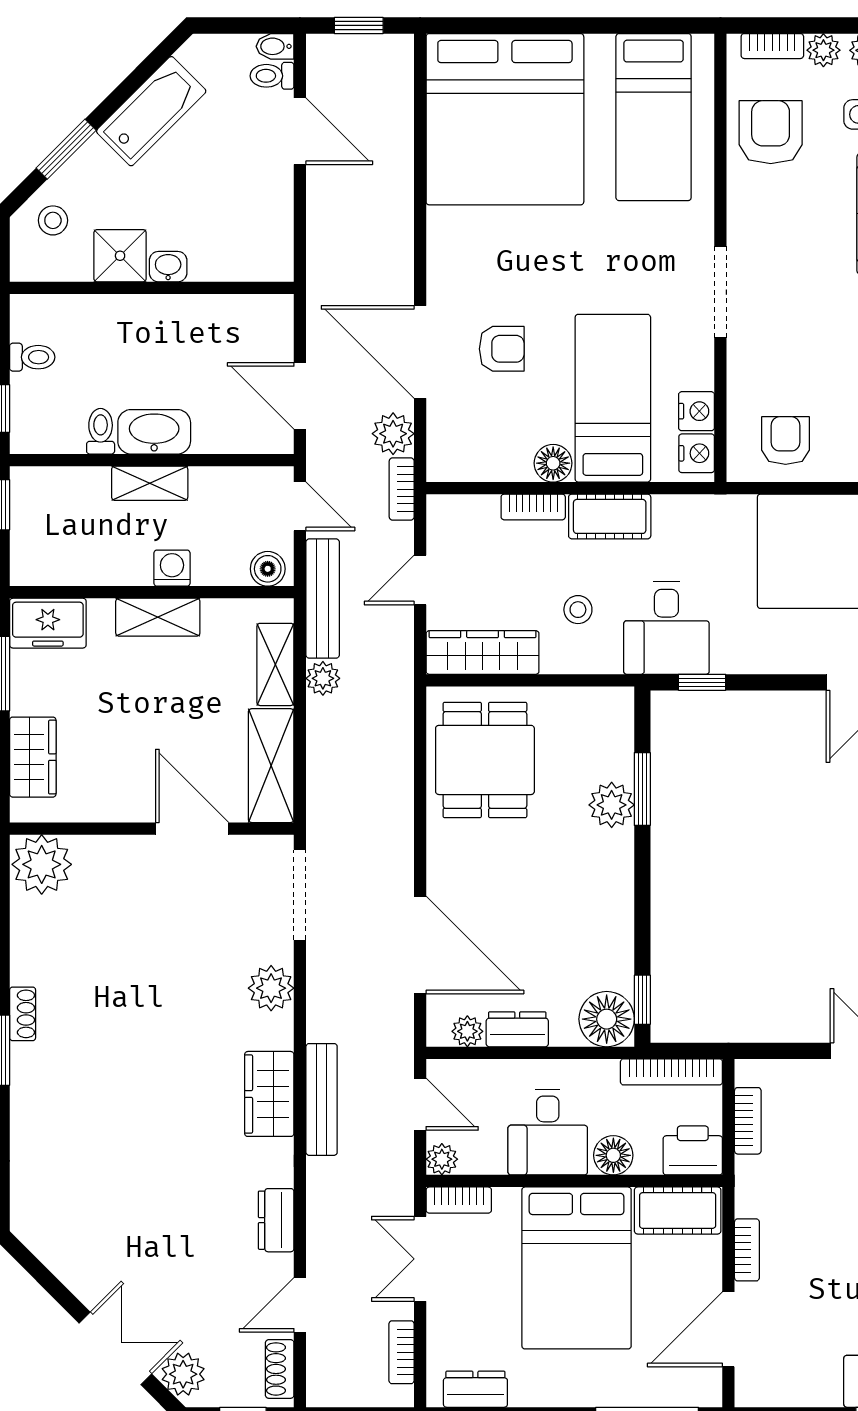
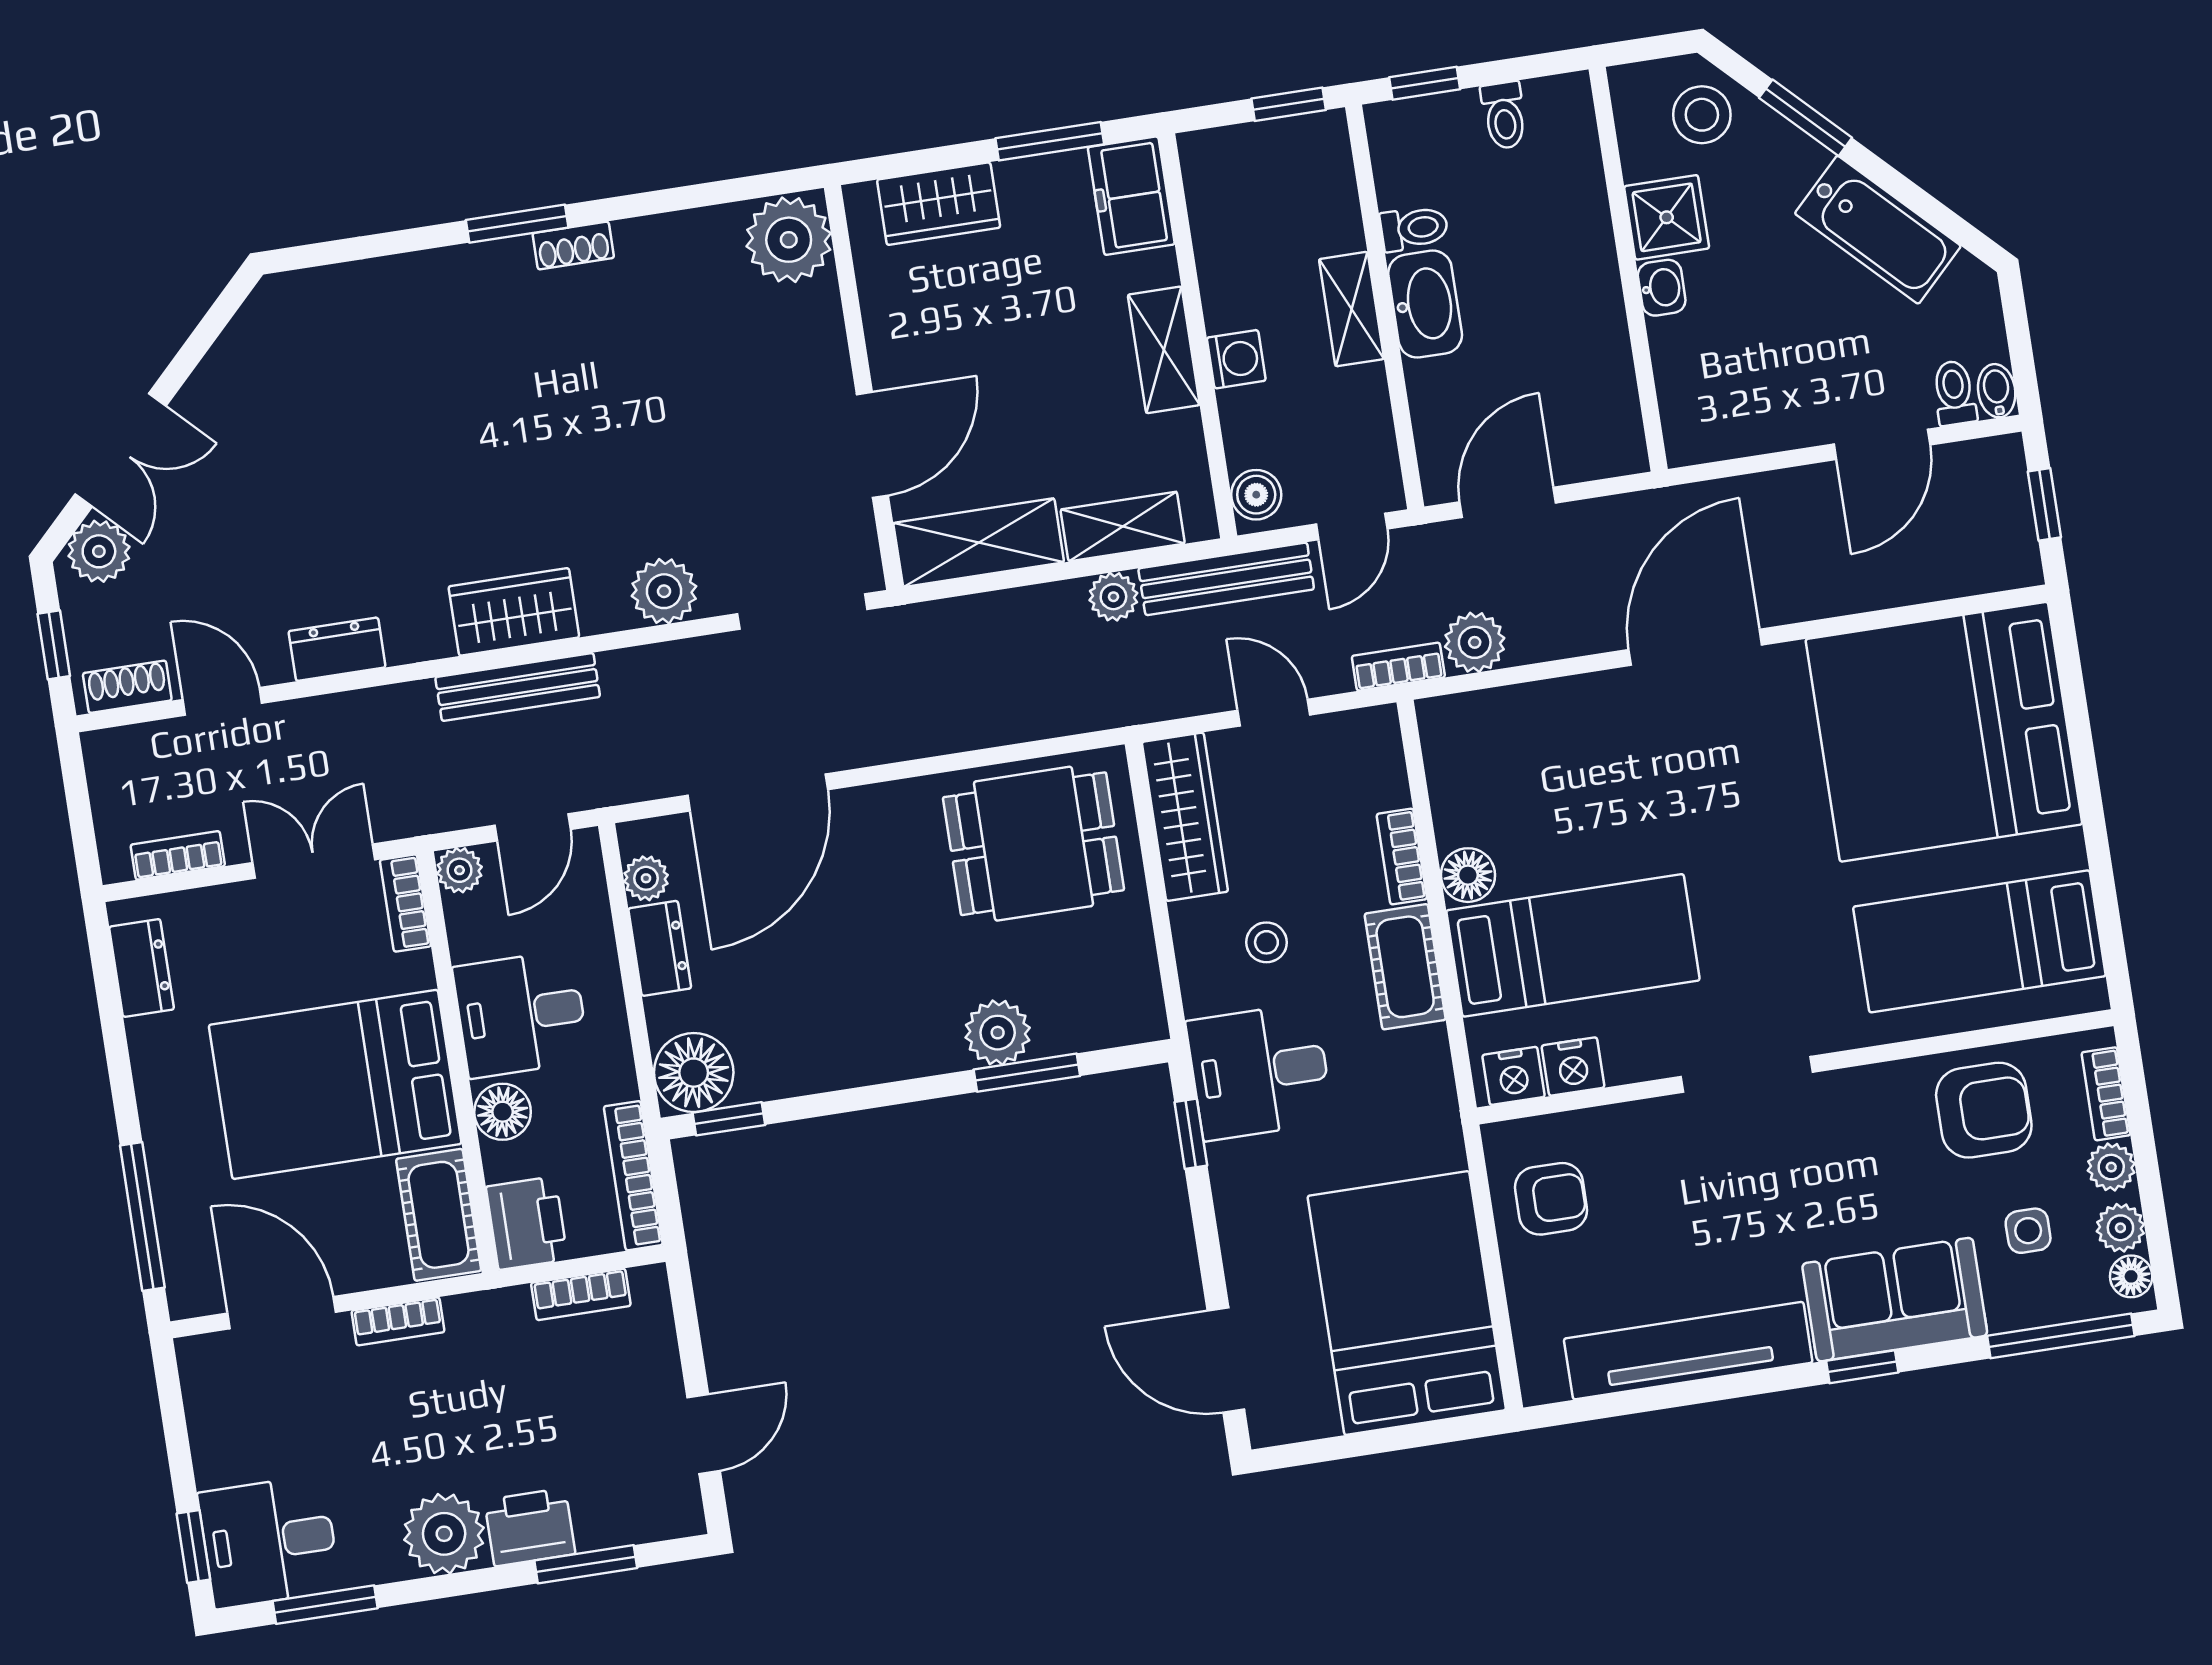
stool: (53, 220) -> (1702, 115), width x1.37, depth x1.37
armchair: (502, 349) -> (1619, 777), removed
door: (420, 352) -> (1695, 647), moved

